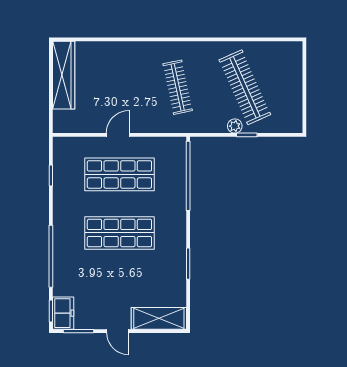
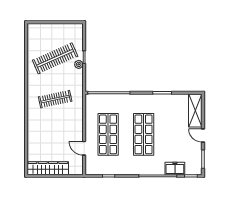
door: (118, 135) -> (84, 148), moved
freezer: (63, 313) -> (175, 168), moved
door: (118, 331) -> (203, 136), swing flipped

